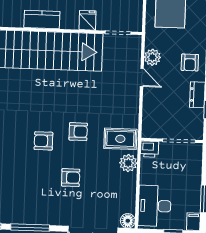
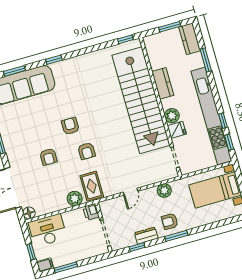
kitchen counter: (42, 20) -> (163, 83), moved
plant: (69, 21) -> (172, 116), added
door: (142, 78) -> (130, 192), moved

